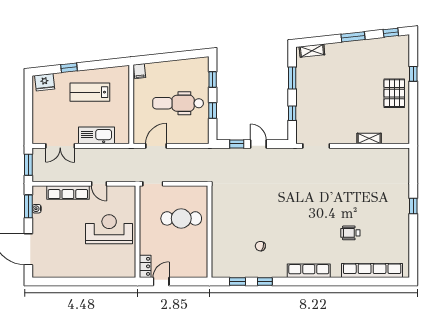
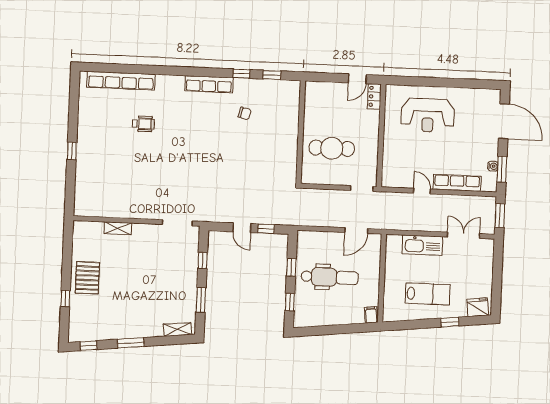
reception desk: (109, 229) -> (428, 115), moved
row of seats: (309, 271) -> (209, 84), moved

